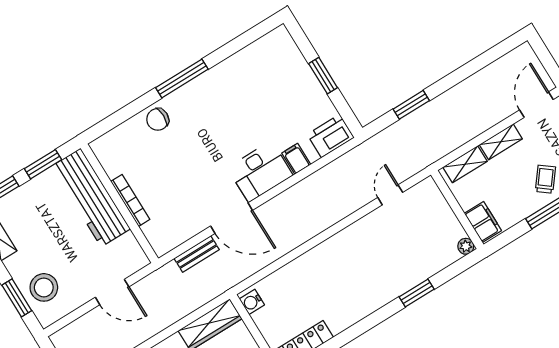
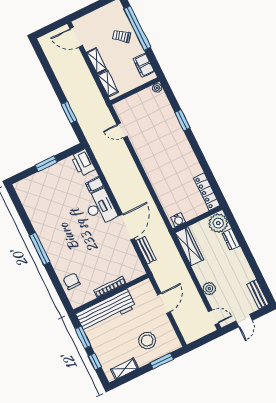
chair: (158, 119) -> (72, 281), moved, turned 180
filing cabinet: (483, 222) -> (144, 65), moved, turned -90
stool: (44, 287) -> (147, 341), moved

